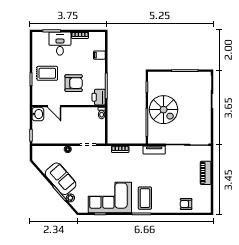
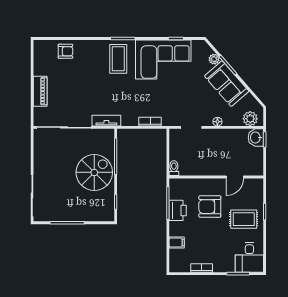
desk: (60, 44) -> (249, 257), moved
printer: (99, 97) -> (178, 210), moved
door: (54, 106) -> (235, 177), swing flipped
spiral stairs: (164, 110) -> (94, 172), turned 90
washbasin: (38, 114) -> (256, 138), moved
plant: (42, 152) -> (250, 119), added

